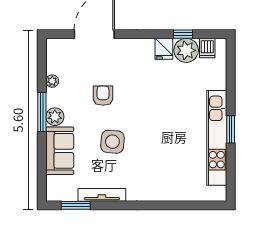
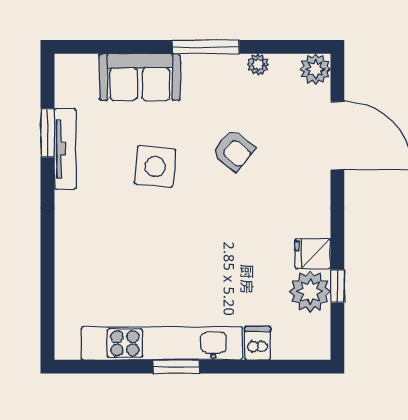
dishwasher: (207, 48) -> (258, 343), moved, turned 90
armchair: (103, 96) -> (233, 150), turned 39
plant: (55, 117) -> (315, 69), moved
window: (76, 205) -> (47, 133), moved

